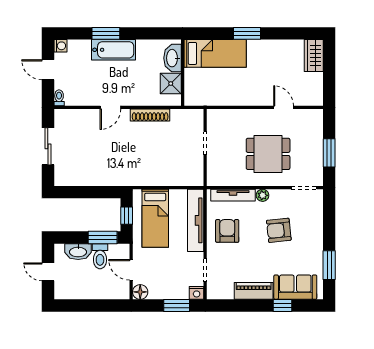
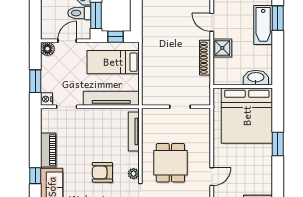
bed: (215, 53) -> (247, 116), width x2.04
shower: (171, 84) -> (222, 48), moved
plant: (263, 195) -> (134, 174), moved
armchair: (279, 230) -> (102, 172), turned -84
armchair: (227, 231) -> (102, 126), removed

